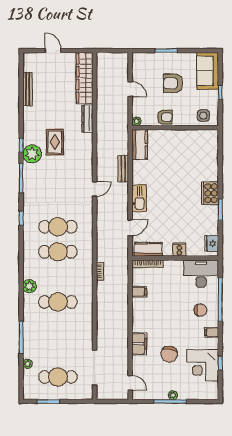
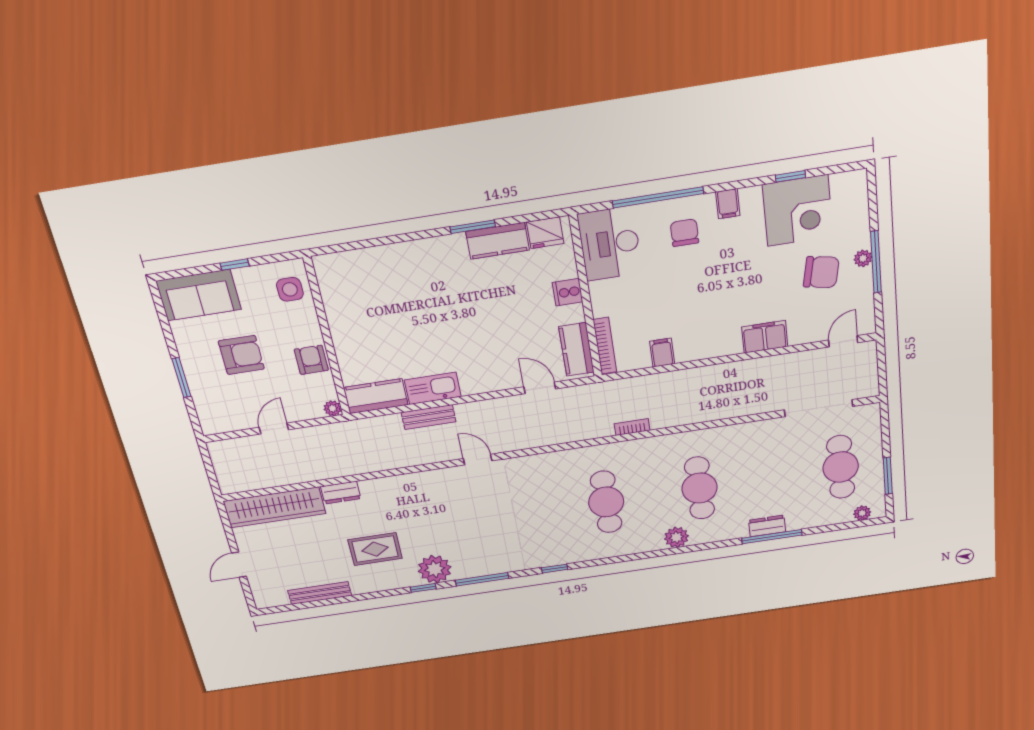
armchair: (173, 83) -> (241, 355), turned -90
dresser: (87, 119) -> (341, 493), width x0.70
rug: (55, 142) -> (375, 549), moved
cooker: (210, 193) -> (443, 252), removed
kitchen sink: (139, 198) -> (433, 388), moved
kitchen counter: (211, 220) -> (498, 241), added
cafe table: (58, 227) -> (560, 509), removed
dresser: (28, 335) -> (767, 526), added
chair: (169, 354) -> (821, 272), moved
plant: (28, 364) -> (862, 513), moved

